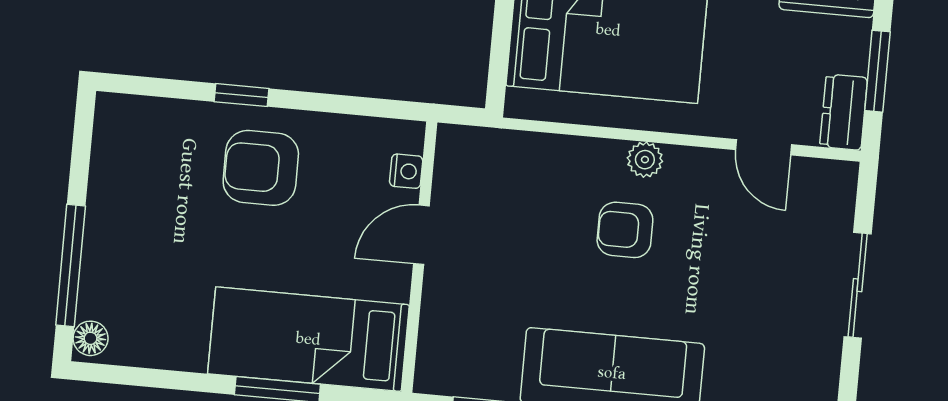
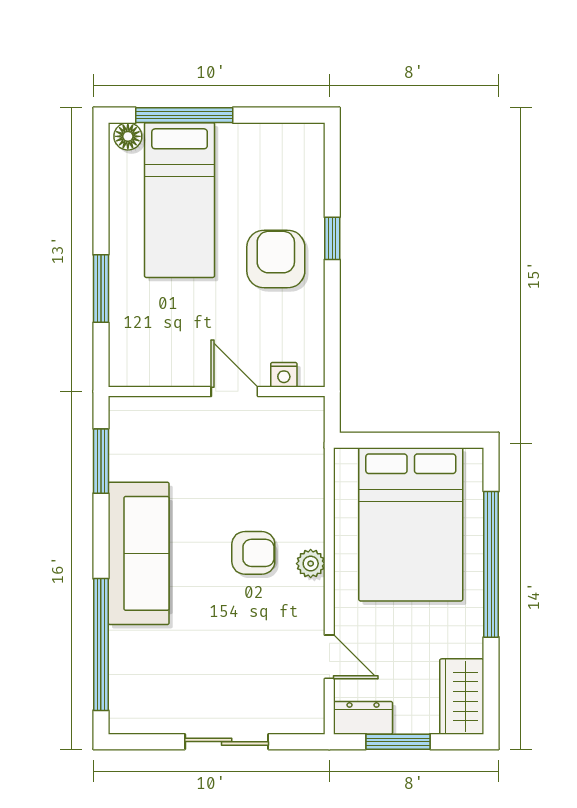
door: (764, 147) -> (329, 657), swing flipped
armchair: (625, 230) -> (253, 553), turned 90
bed: (308, 339) -> (180, 200), moved, turned 180

